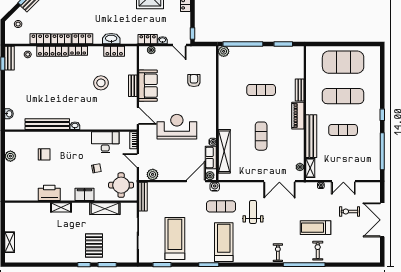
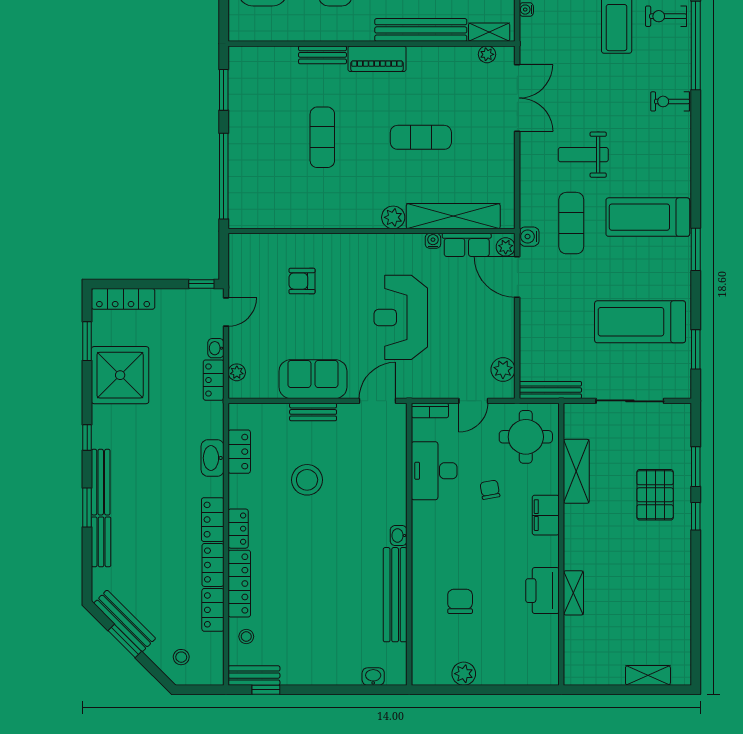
plant: (224, 51) -> (393, 217), moved
shelving: (61, 207) -> (573, 593), moved
pallet: (94, 246) -> (655, 495), turned 90

